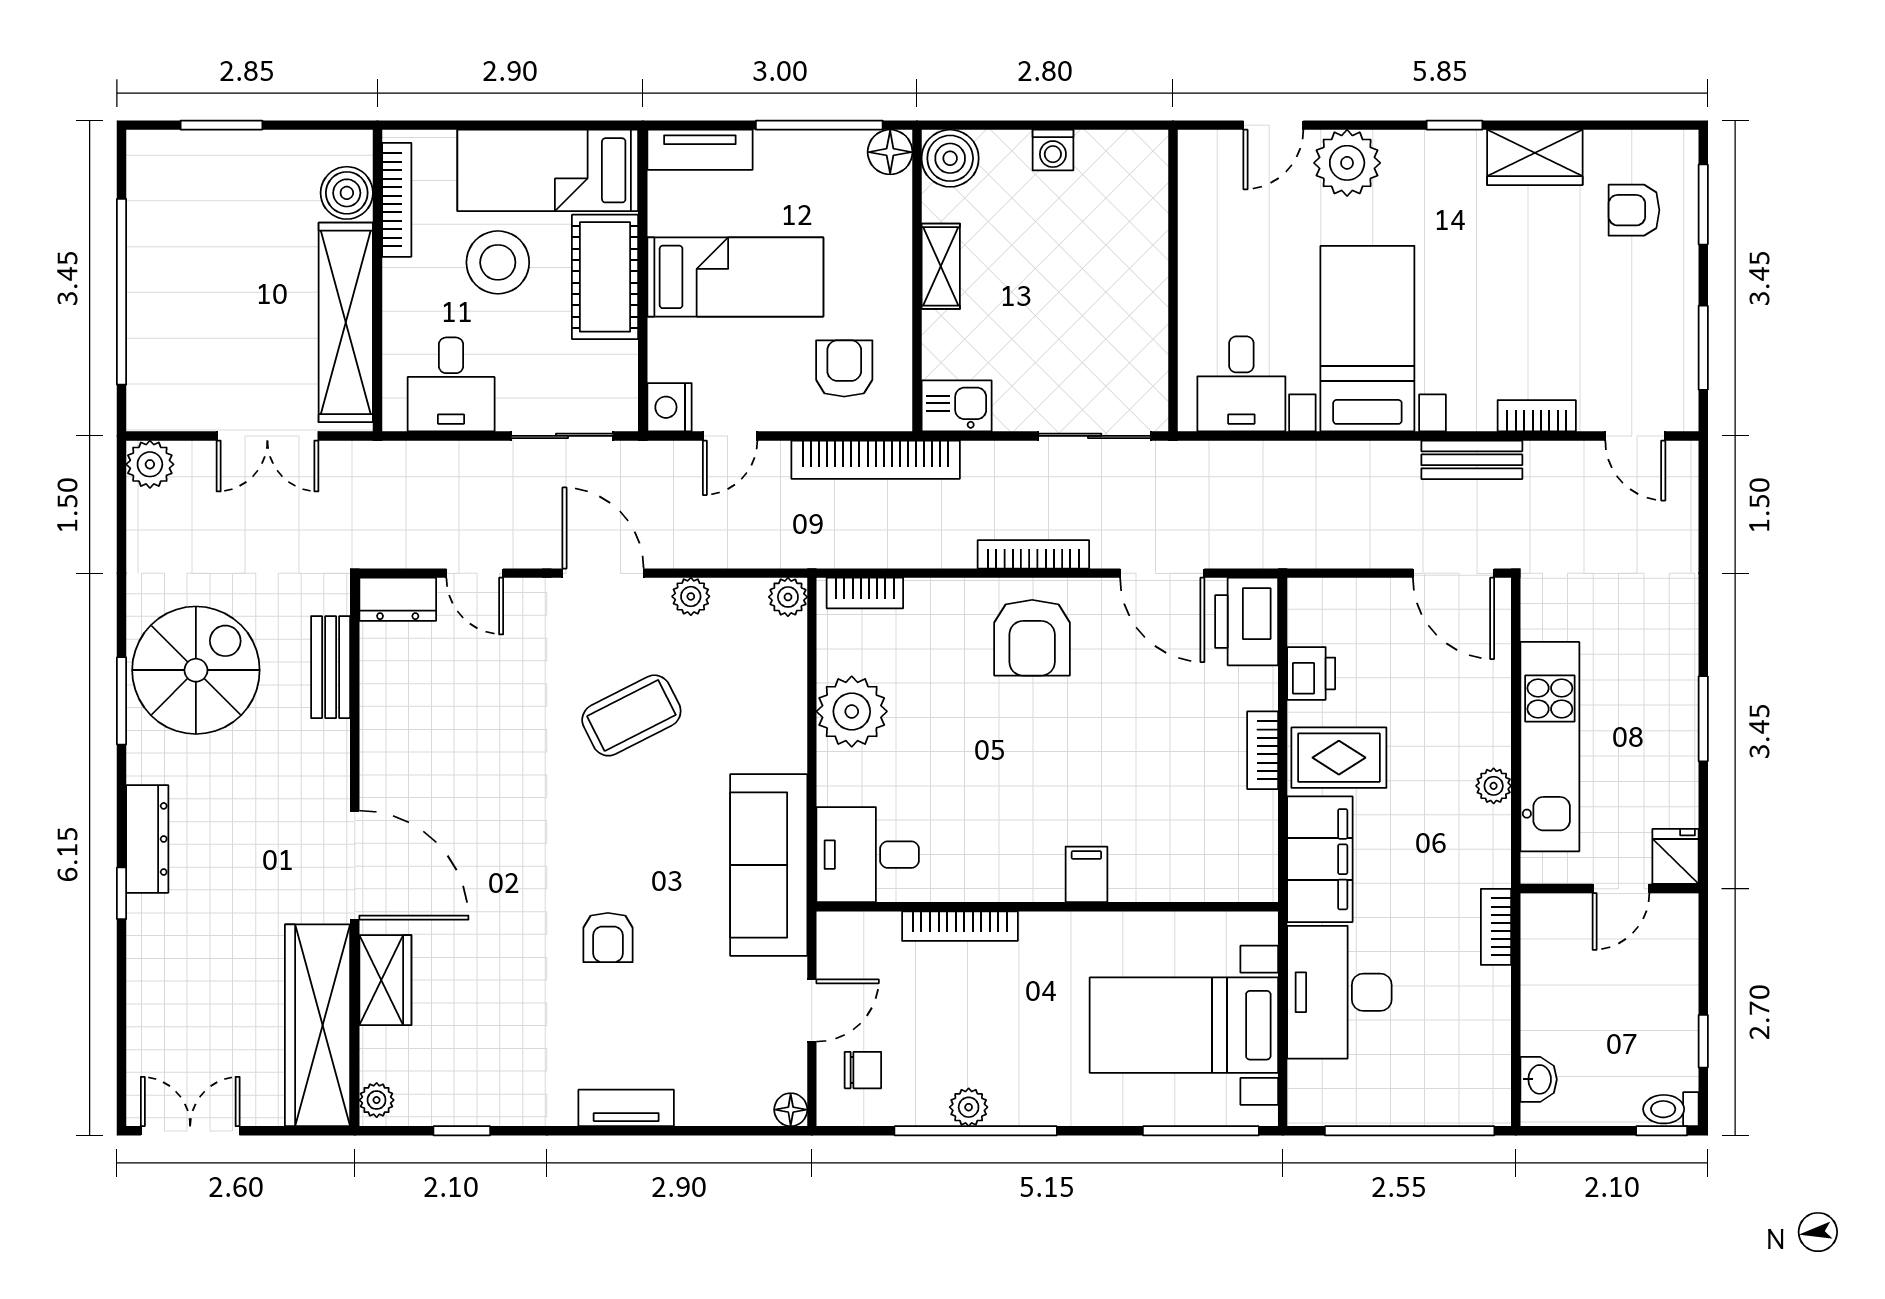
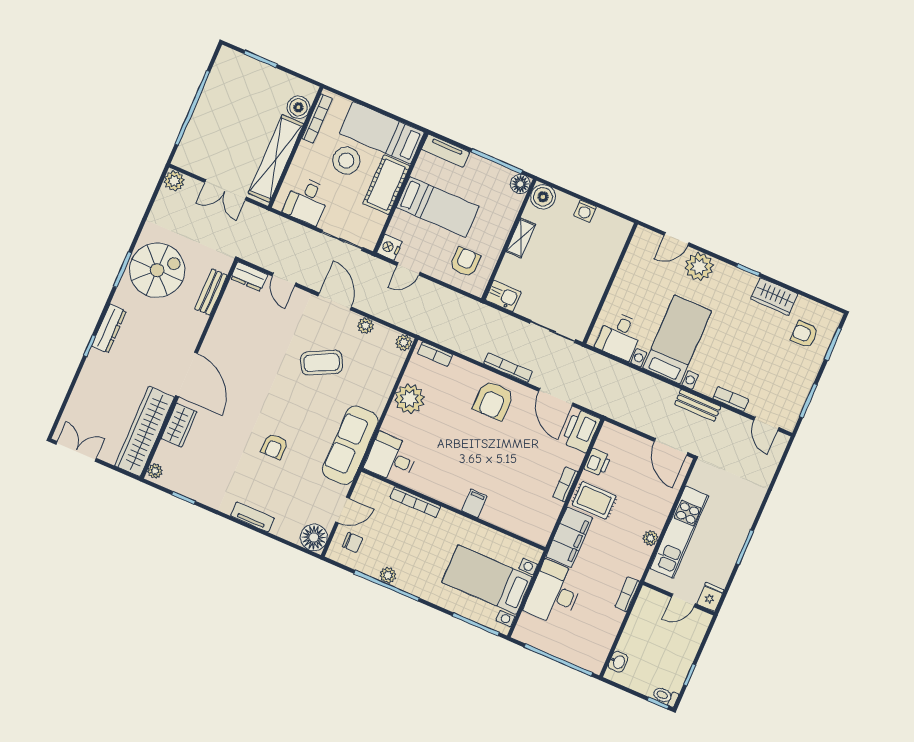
bookcase: (876, 460) -> (462, 303), removed
floor lamp: (791, 1110) -> (314, 537), width x1.89, depth x1.89

